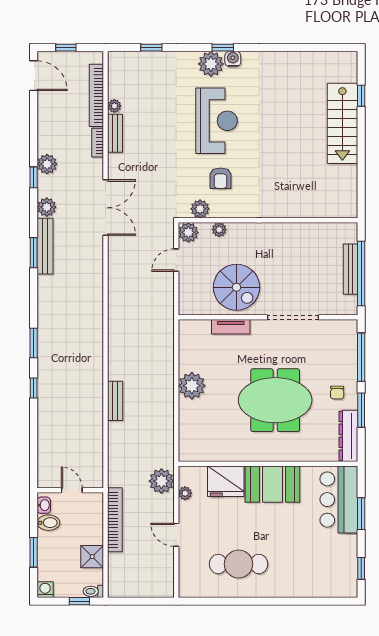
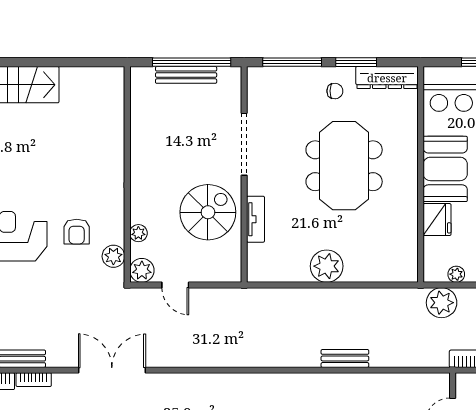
armchair: (221, 178) -> (77, 232), turned 90
fridge: (226, 481) -> (437, 220), width x0.73, depth x0.75

